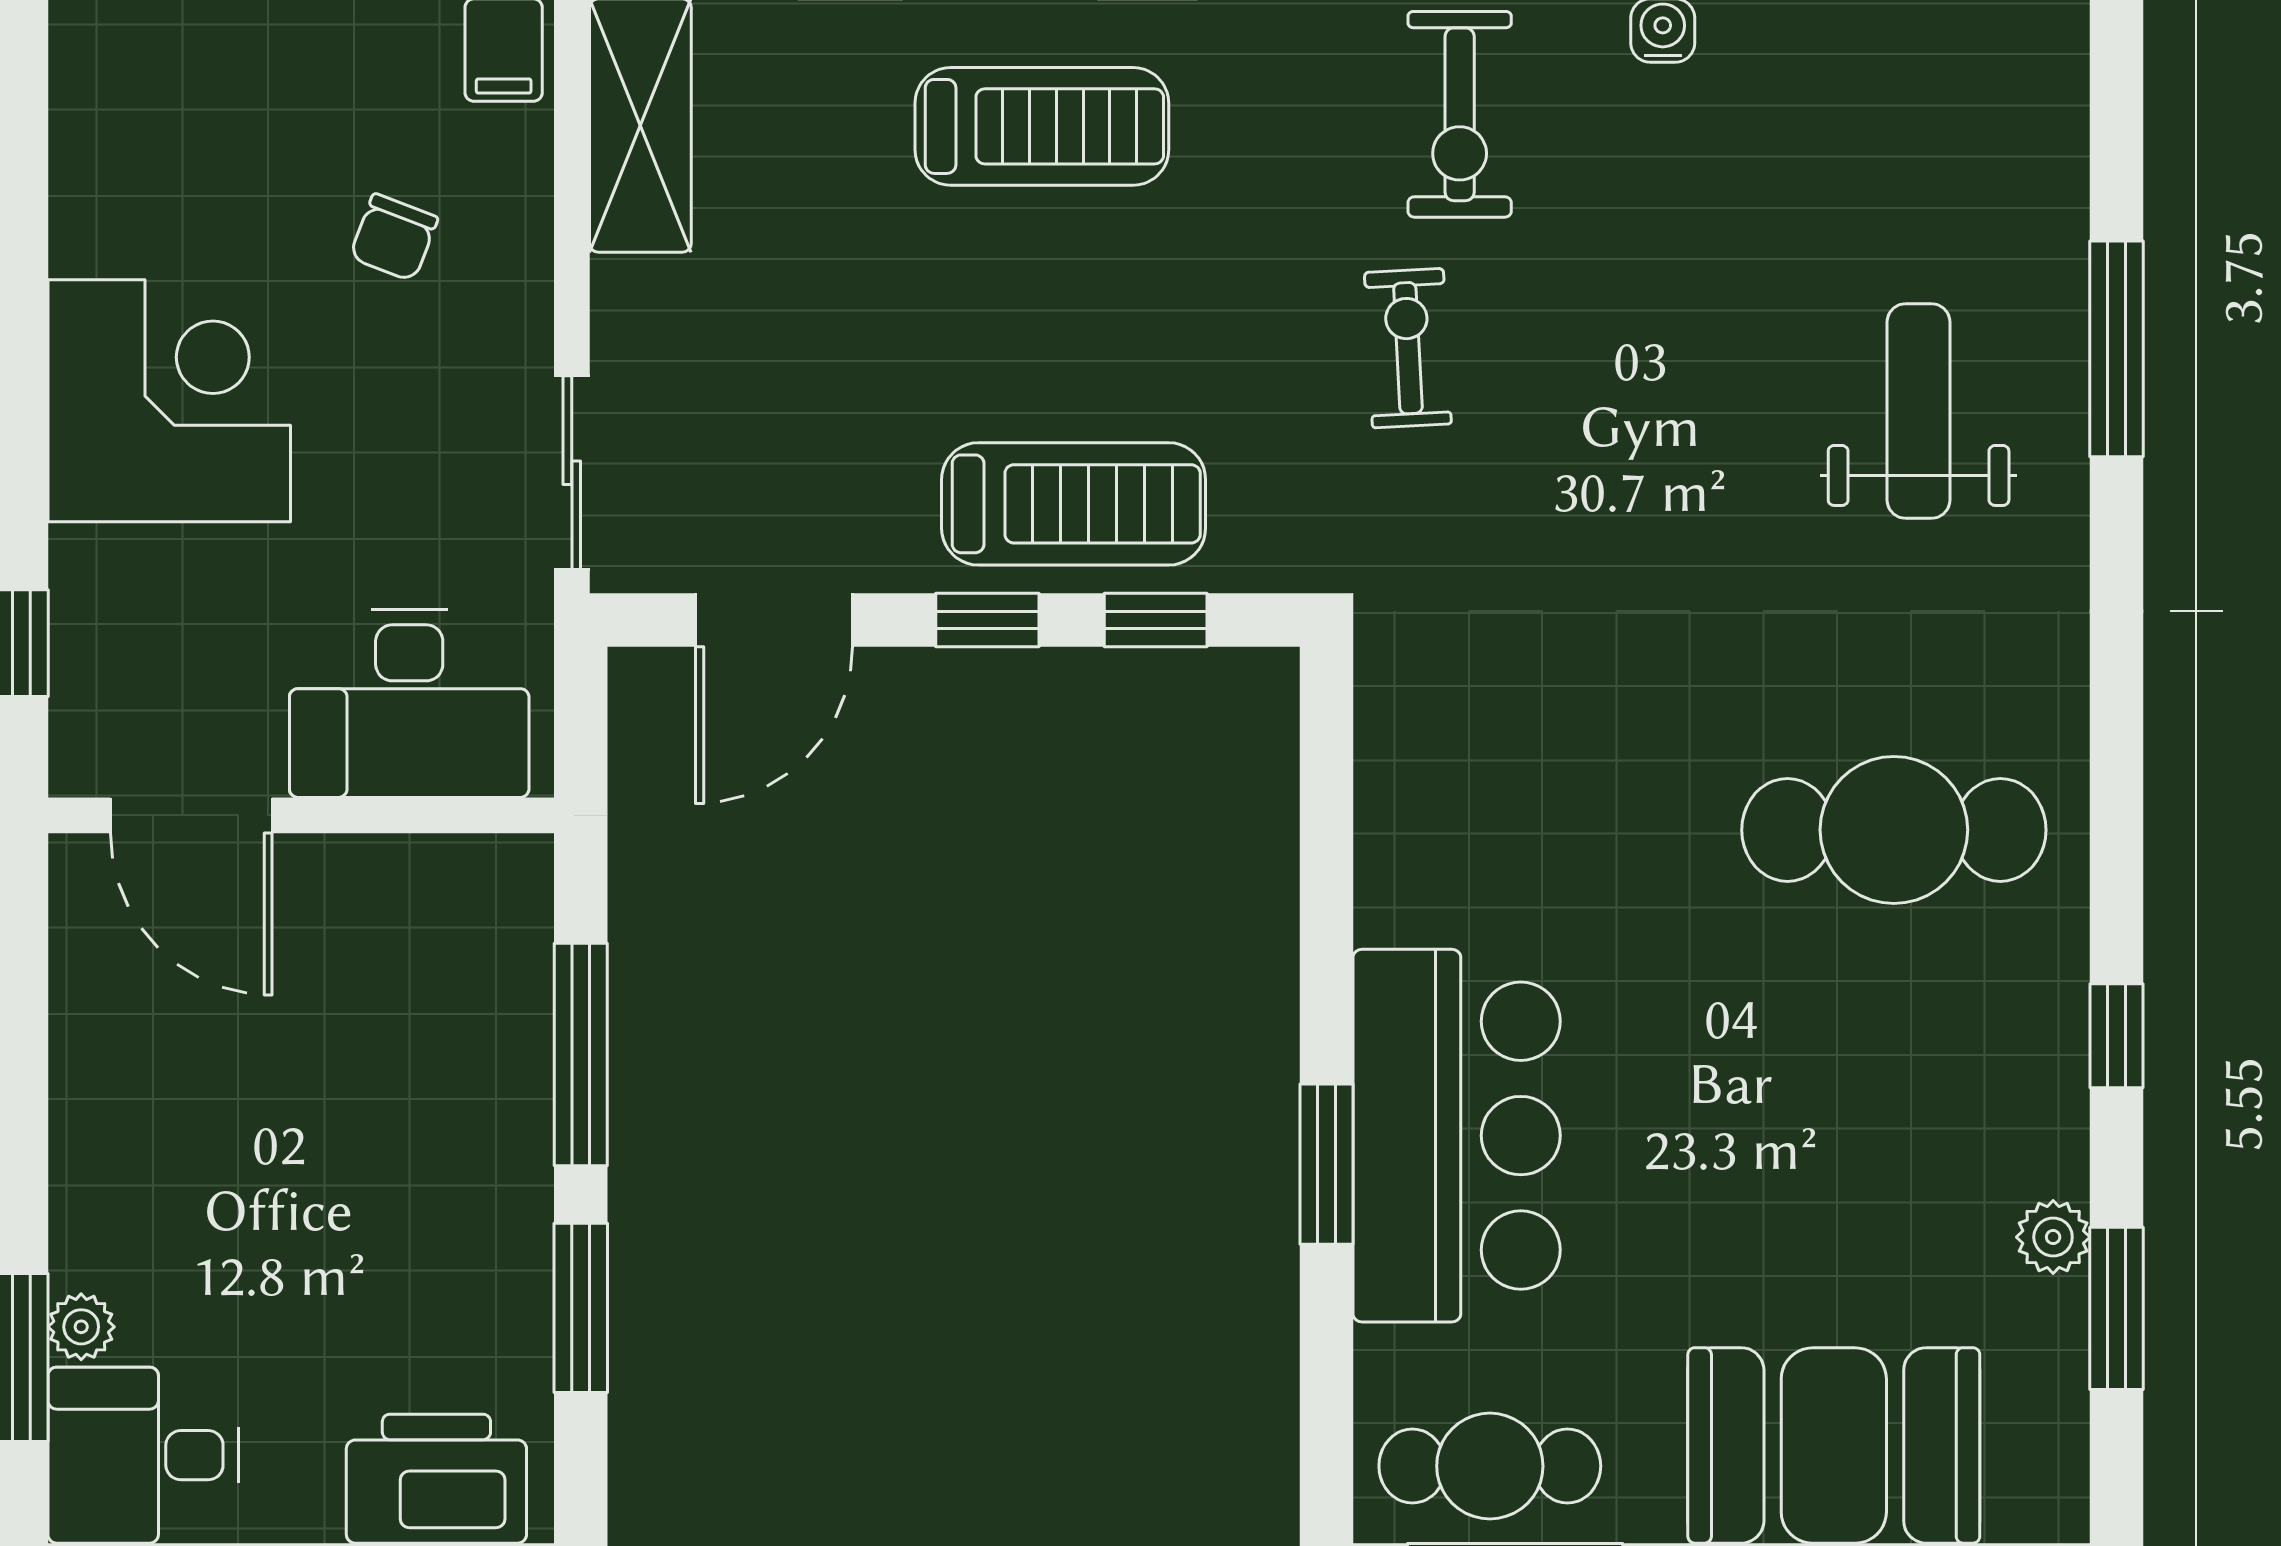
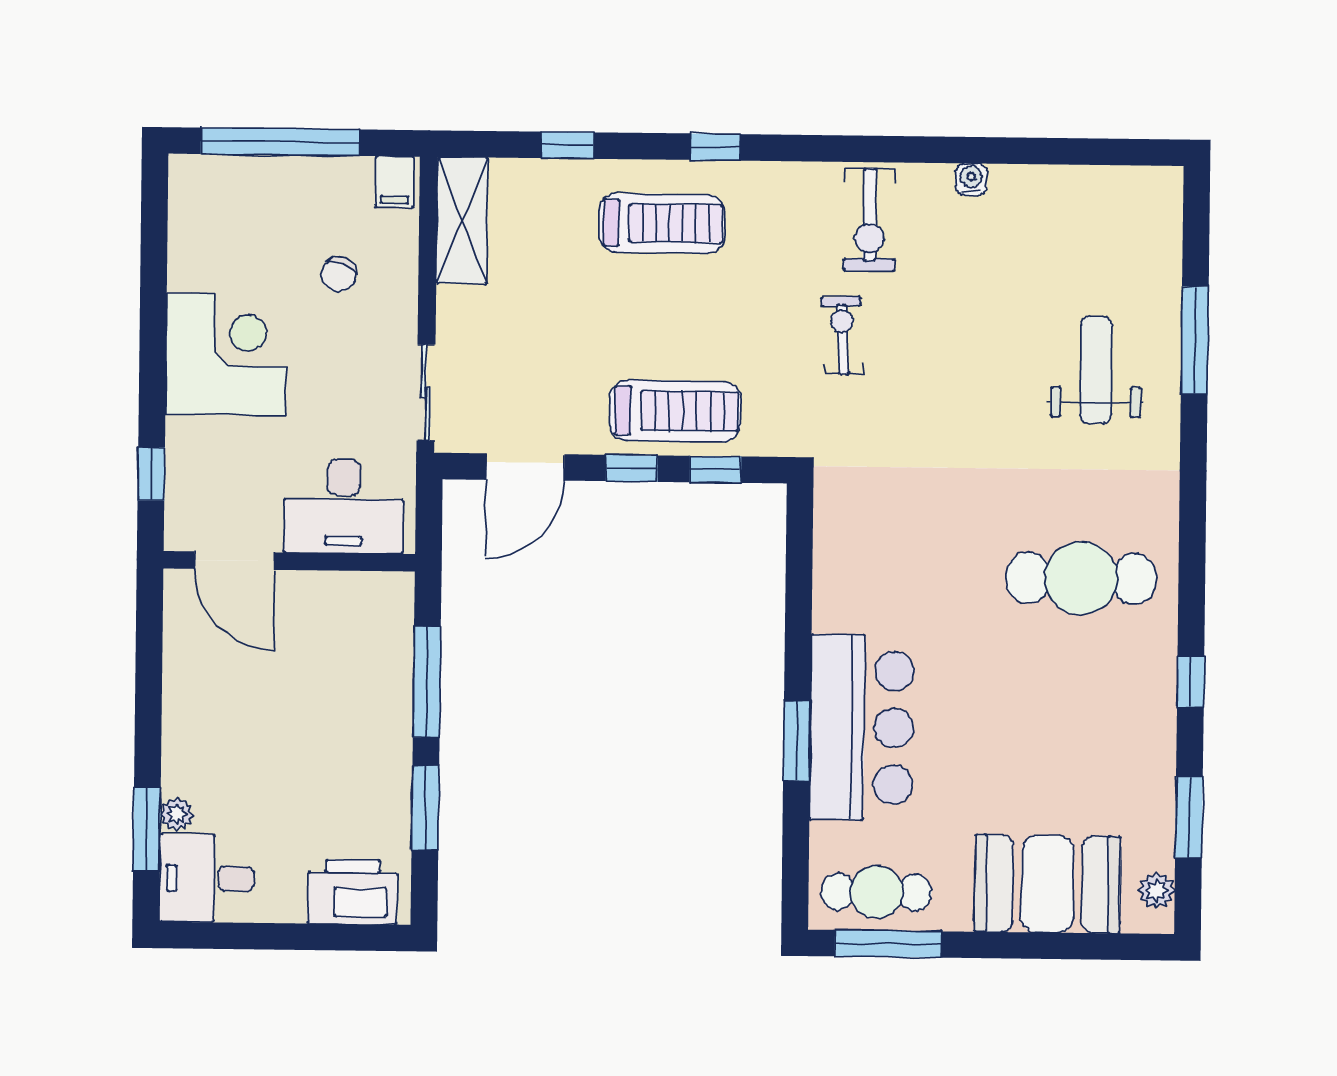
plant: (2053, 1237) -> (1157, 890), moved

